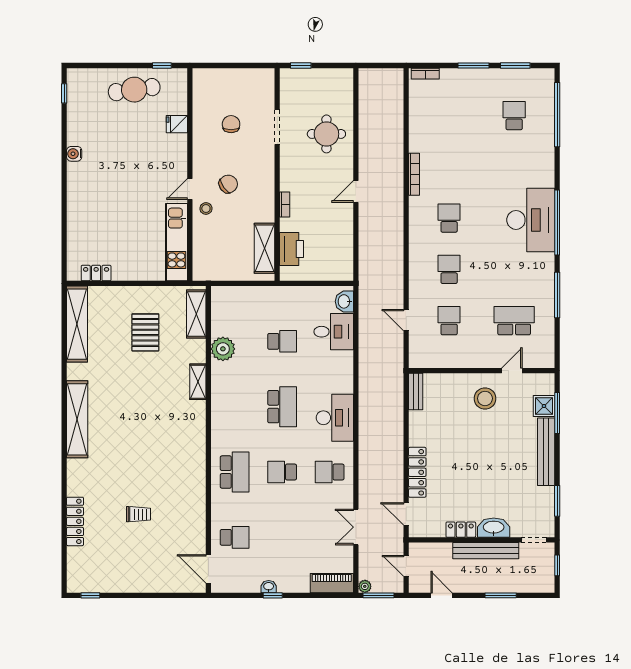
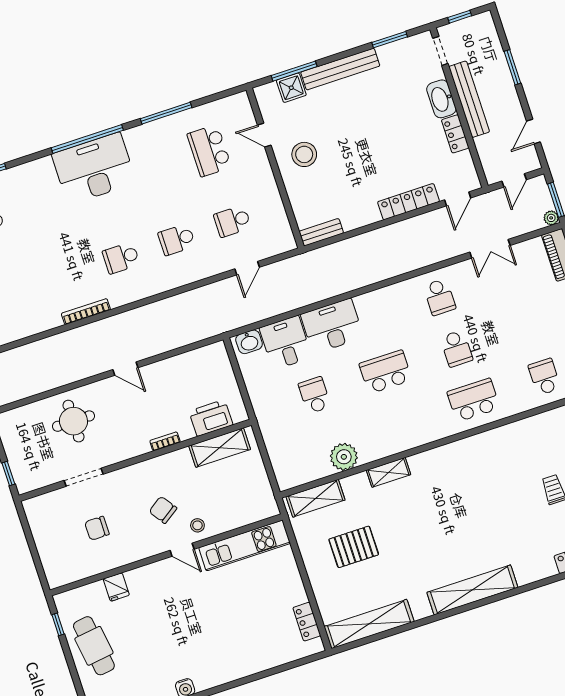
desk: (335, 418) -> (332, 326), moved

